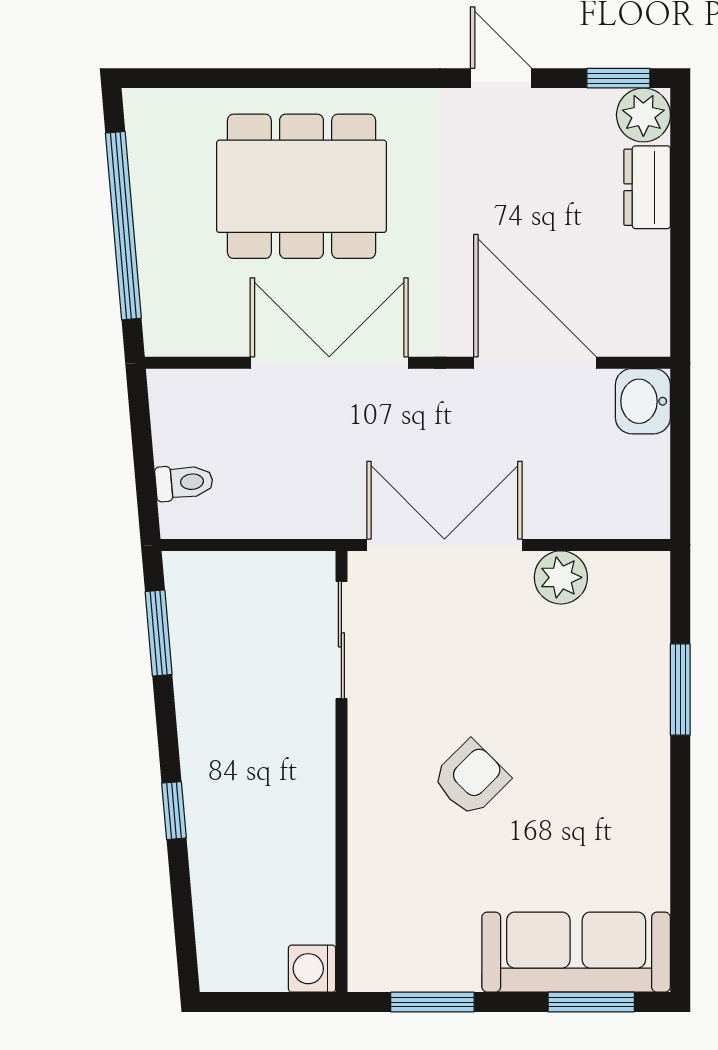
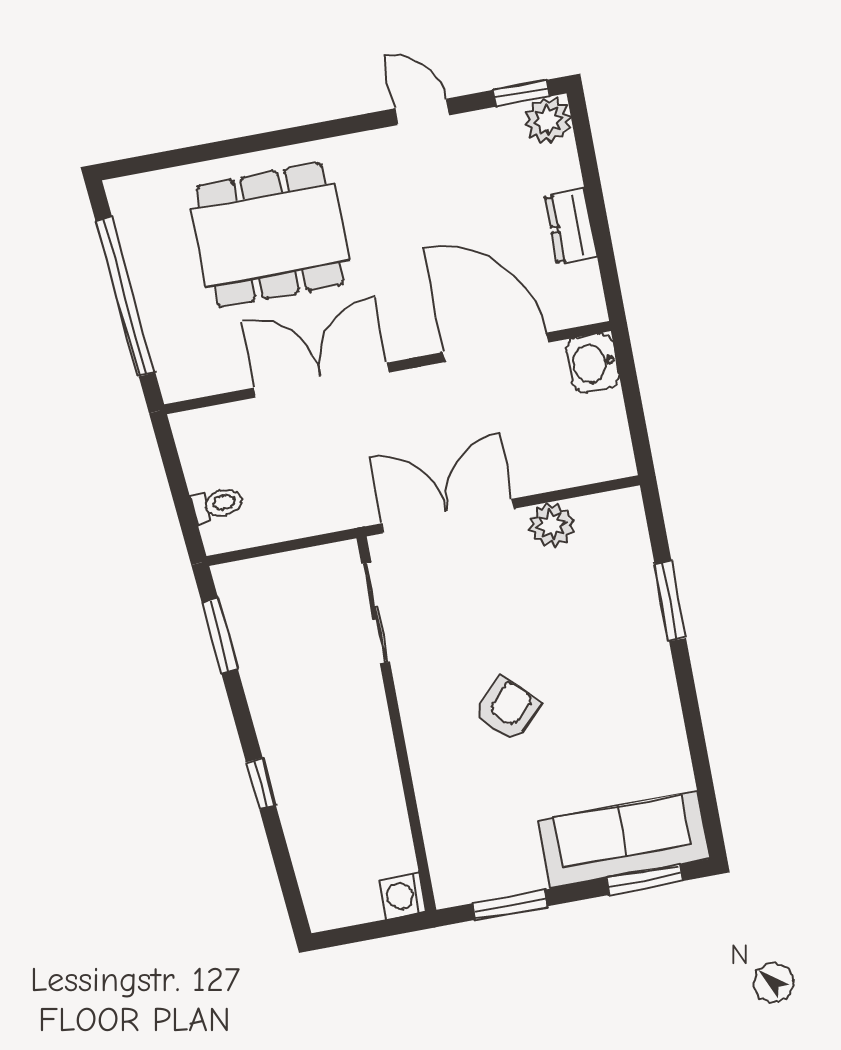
dresser: (647, 187) -> (571, 226), moved

